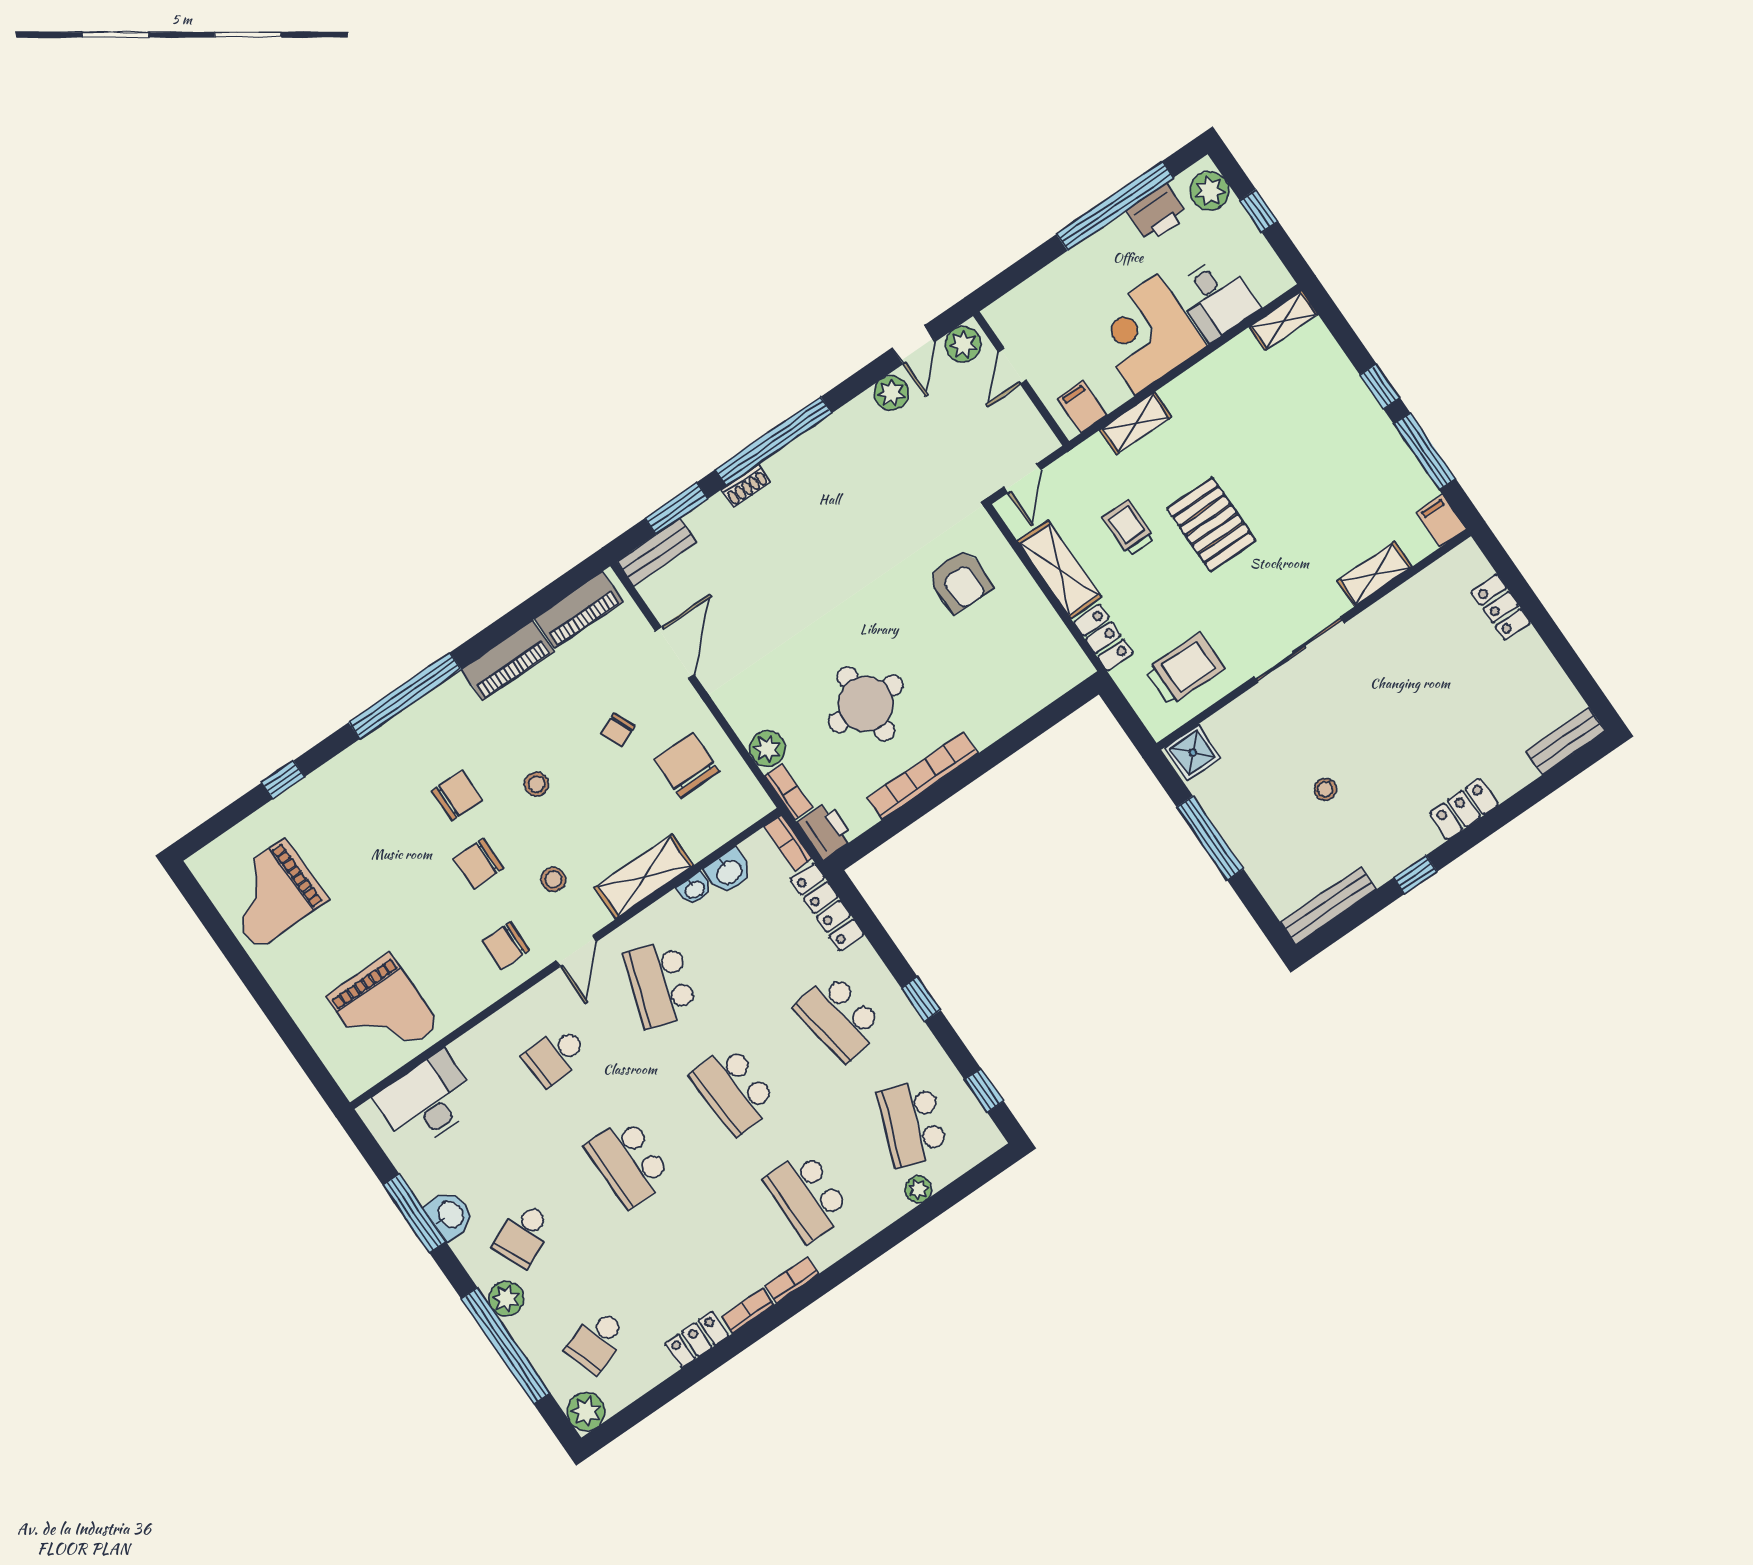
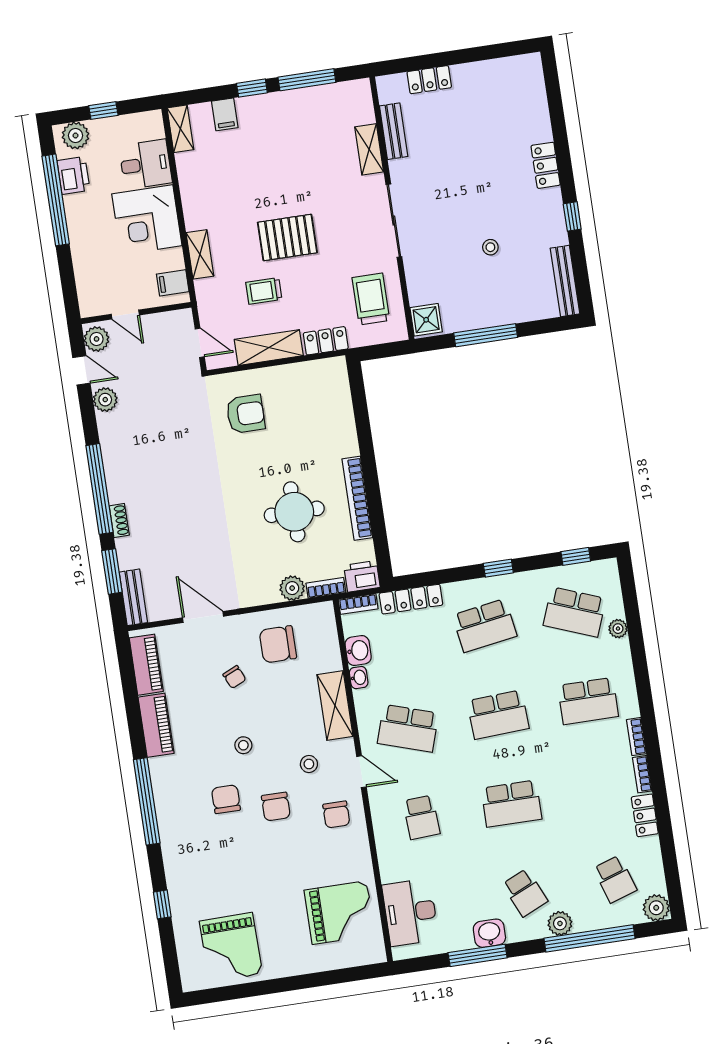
filing cabinet: (1441, 521) -> (225, 114), moved, turned -90
bench: (1566, 741) -> (394, 131), moved

